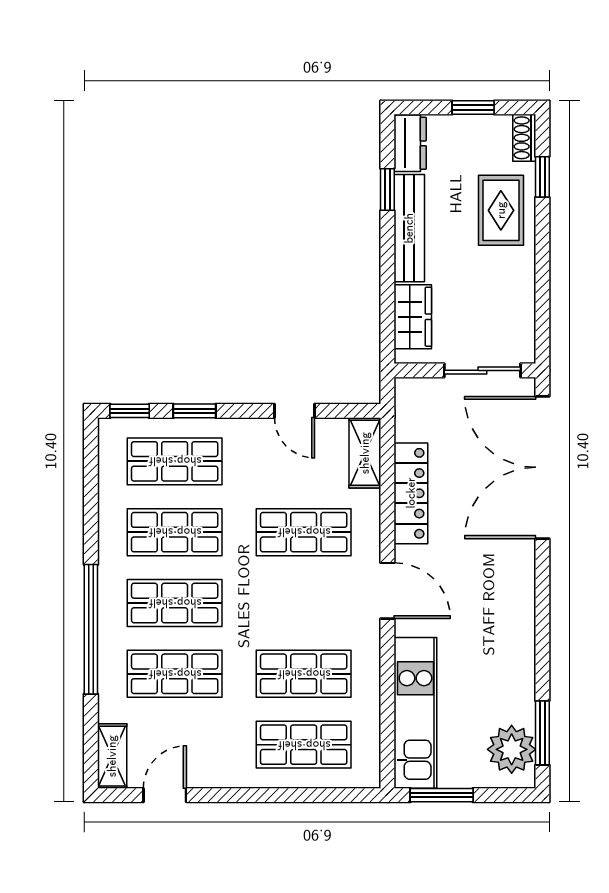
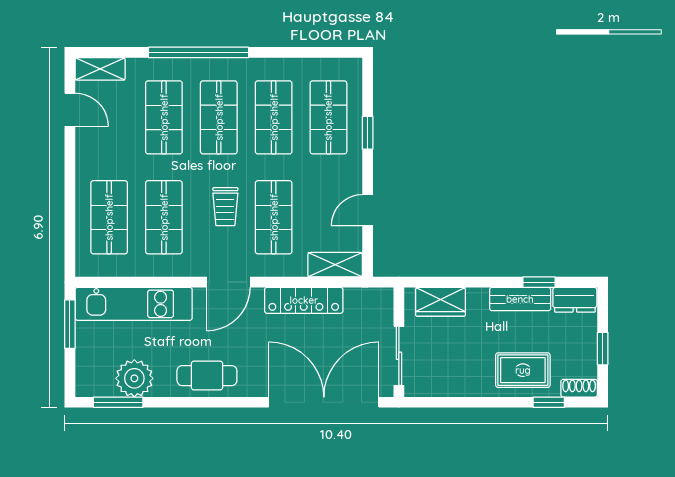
bench: (409, 228) -> (520, 299), width x0.73
window: (130, 411) -> (368, 82), removed
trolley: (290, 594) -> (225, 207), added
cafe table: (508, 618) -> (207, 376), added
plant: (512, 749) -> (134, 378), moved

